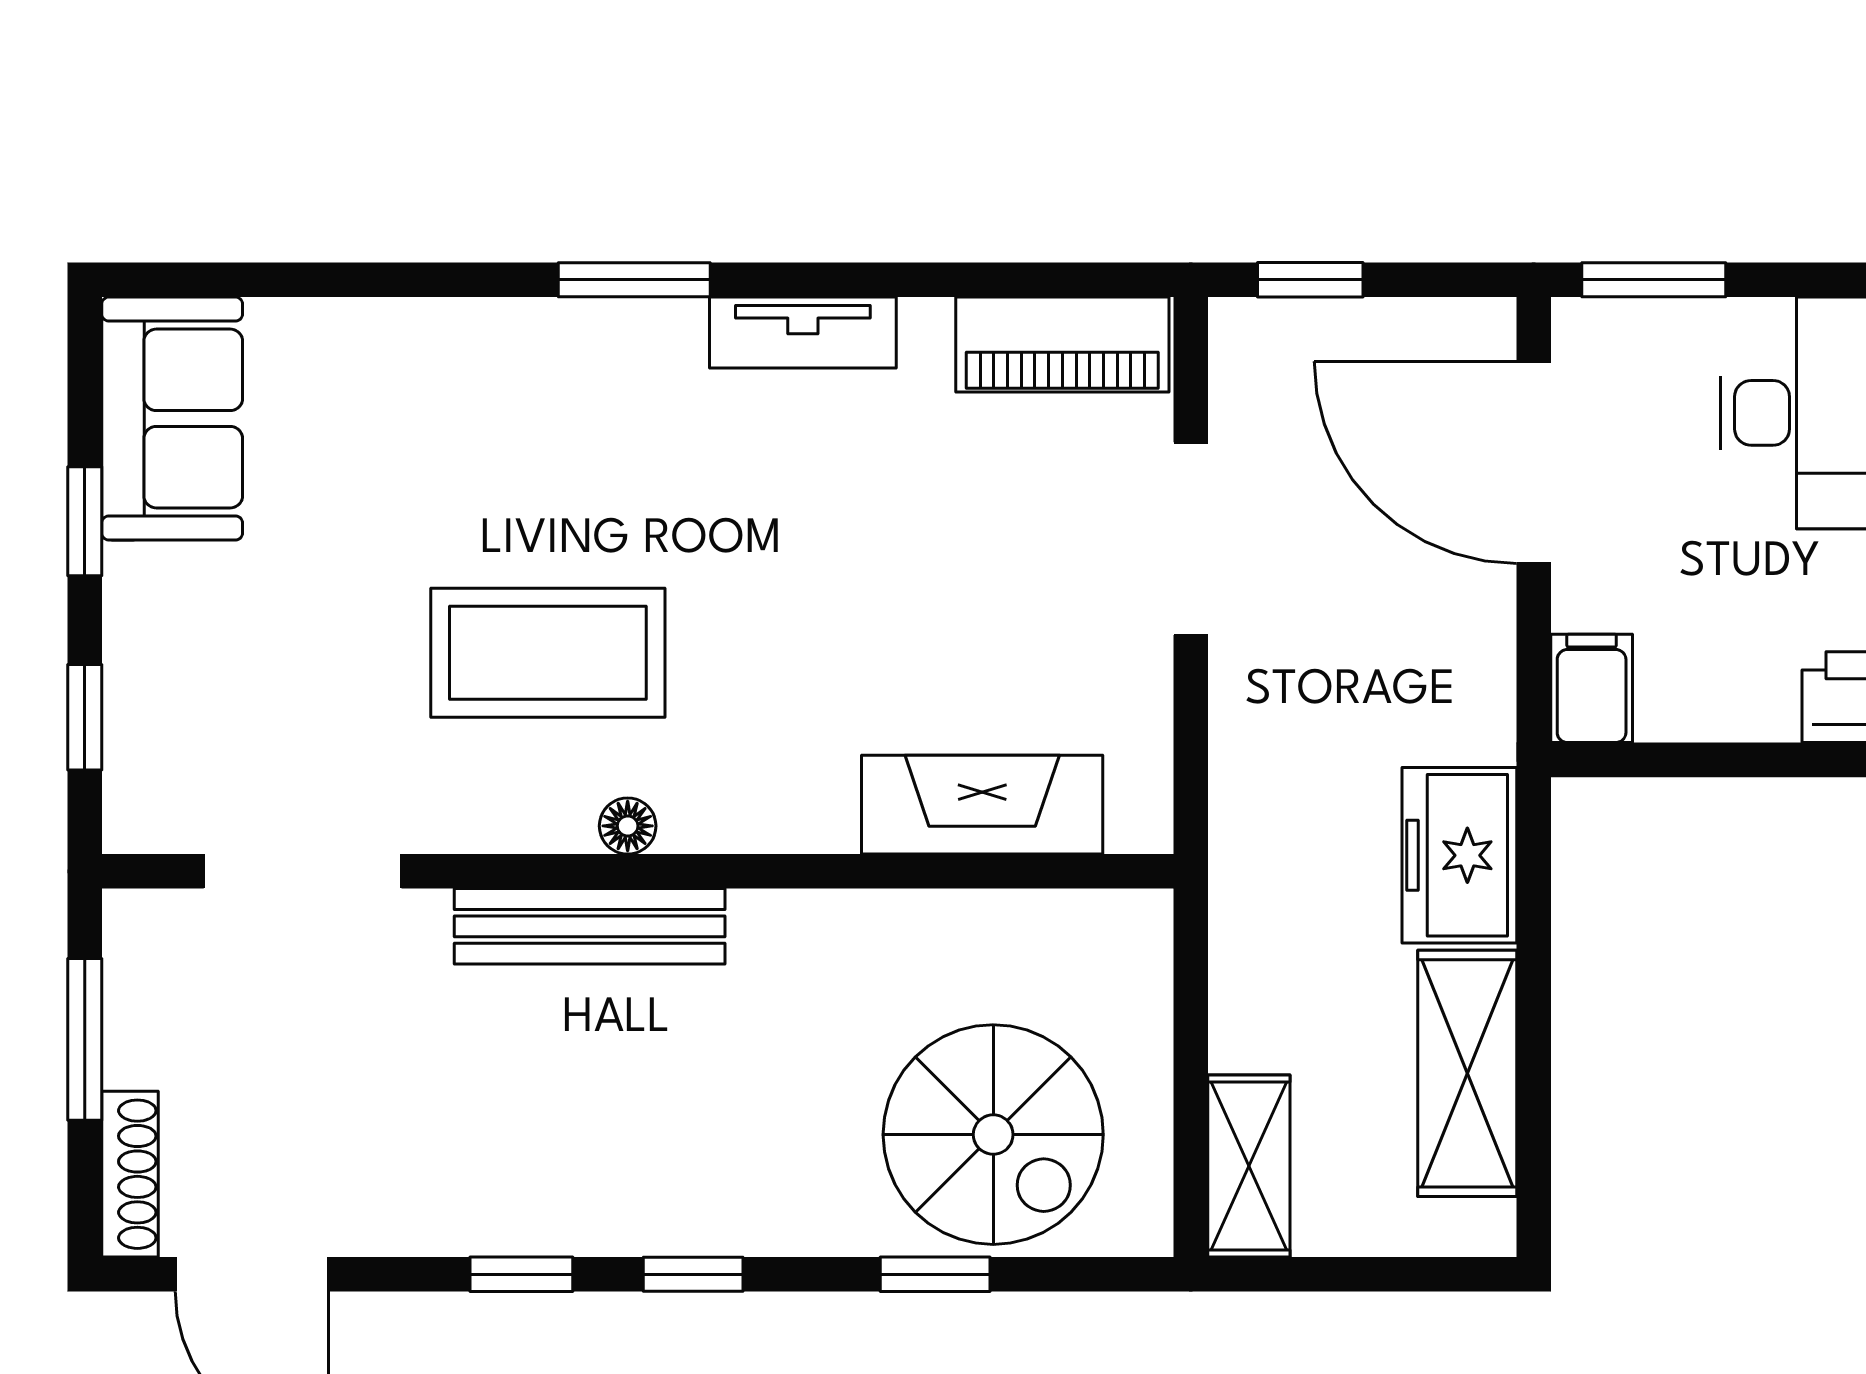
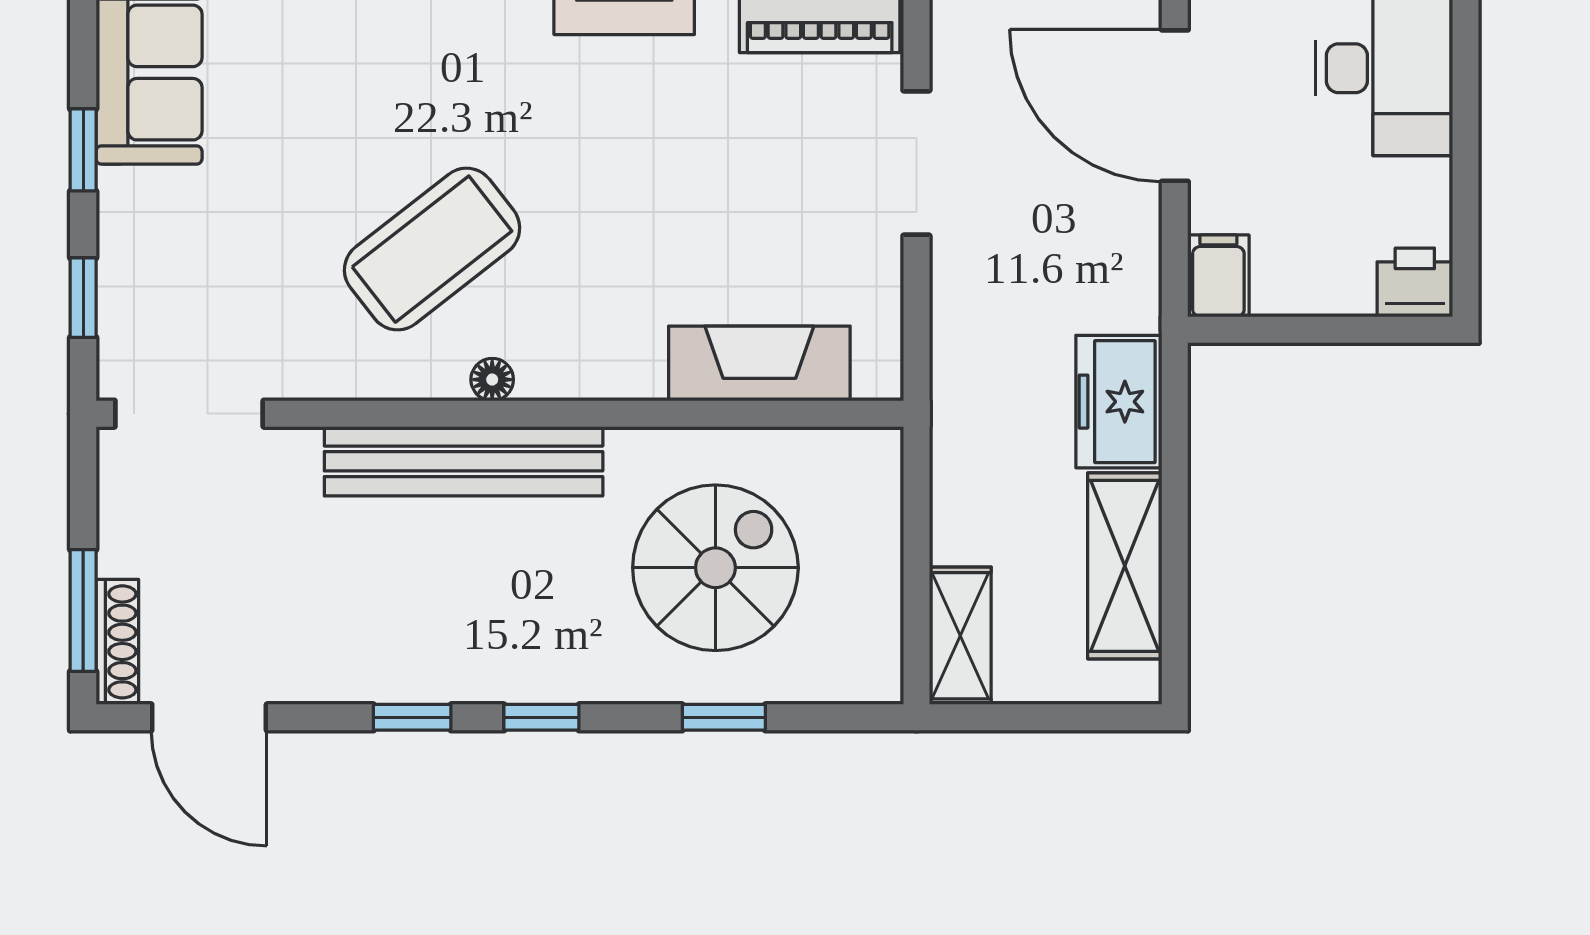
coffee table: (548, 653) -> (432, 249), turned -38
doorway: (303, 871) -> (189, 414), moved
bench: (590, 926) -> (464, 461), width x1.37, depth x1.21
window: (85, 1039) -> (83, 611), moved
spiral stairs: (993, 1135) -> (715, 568), moved, turned -90

